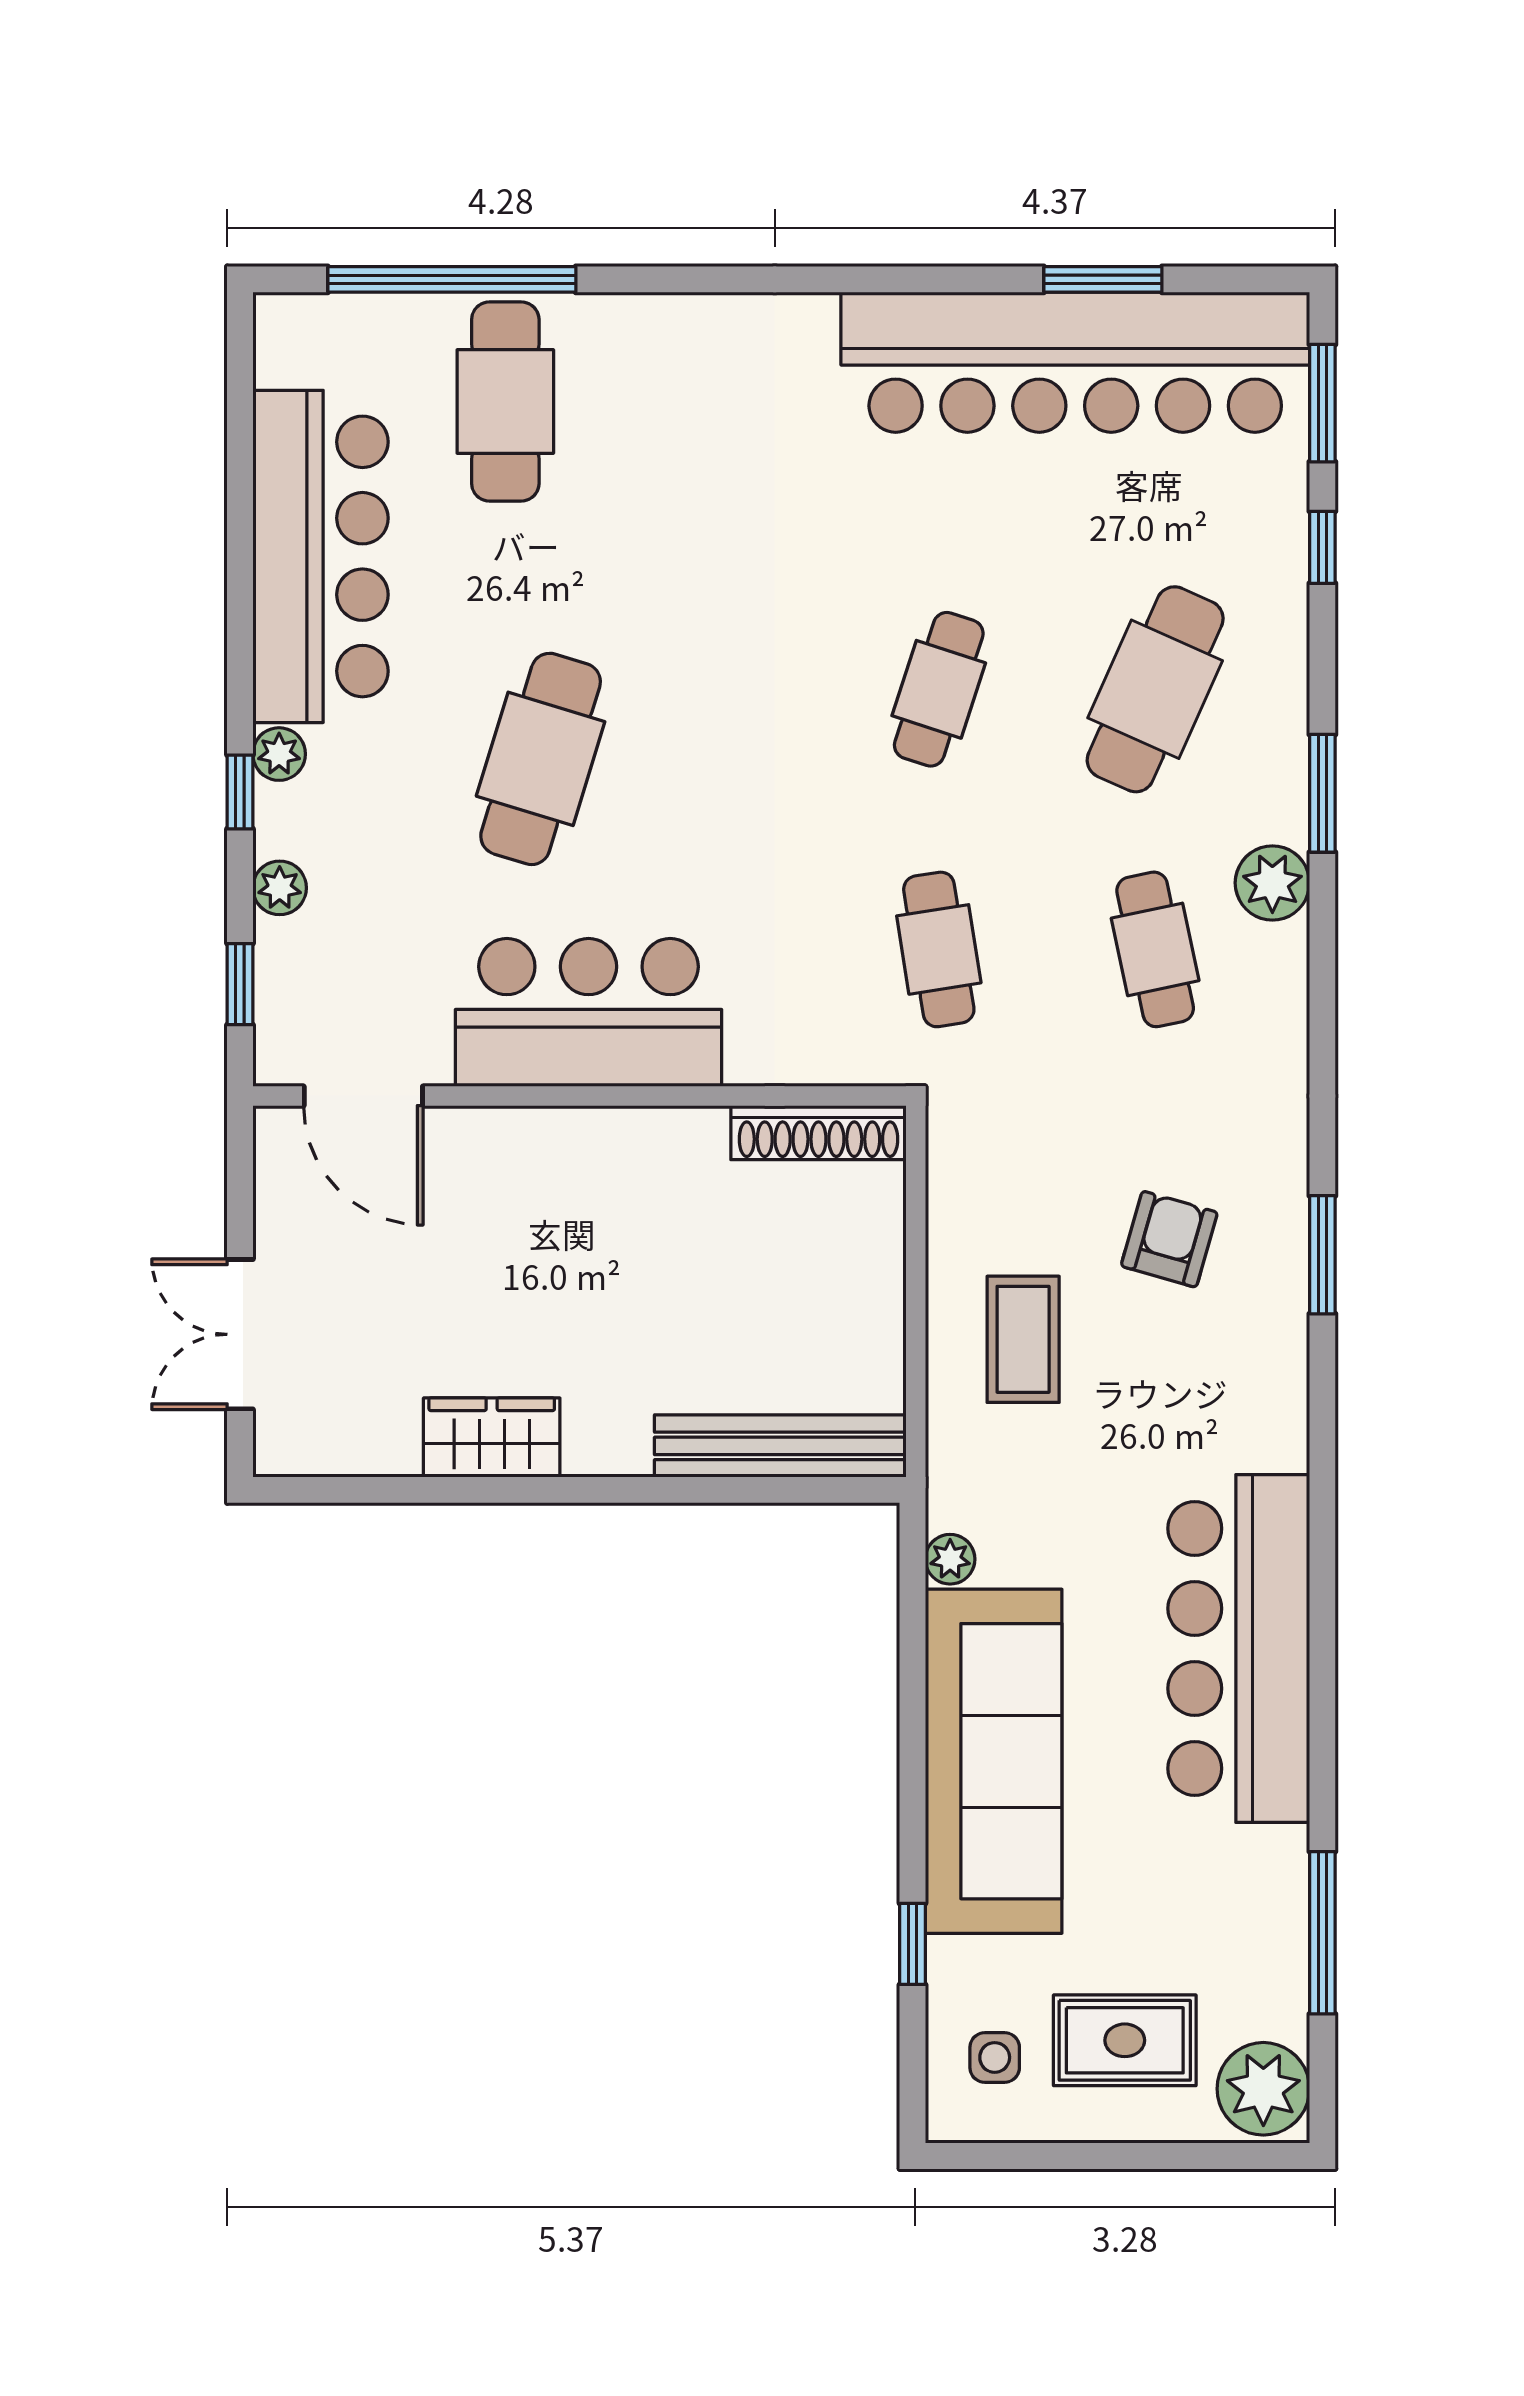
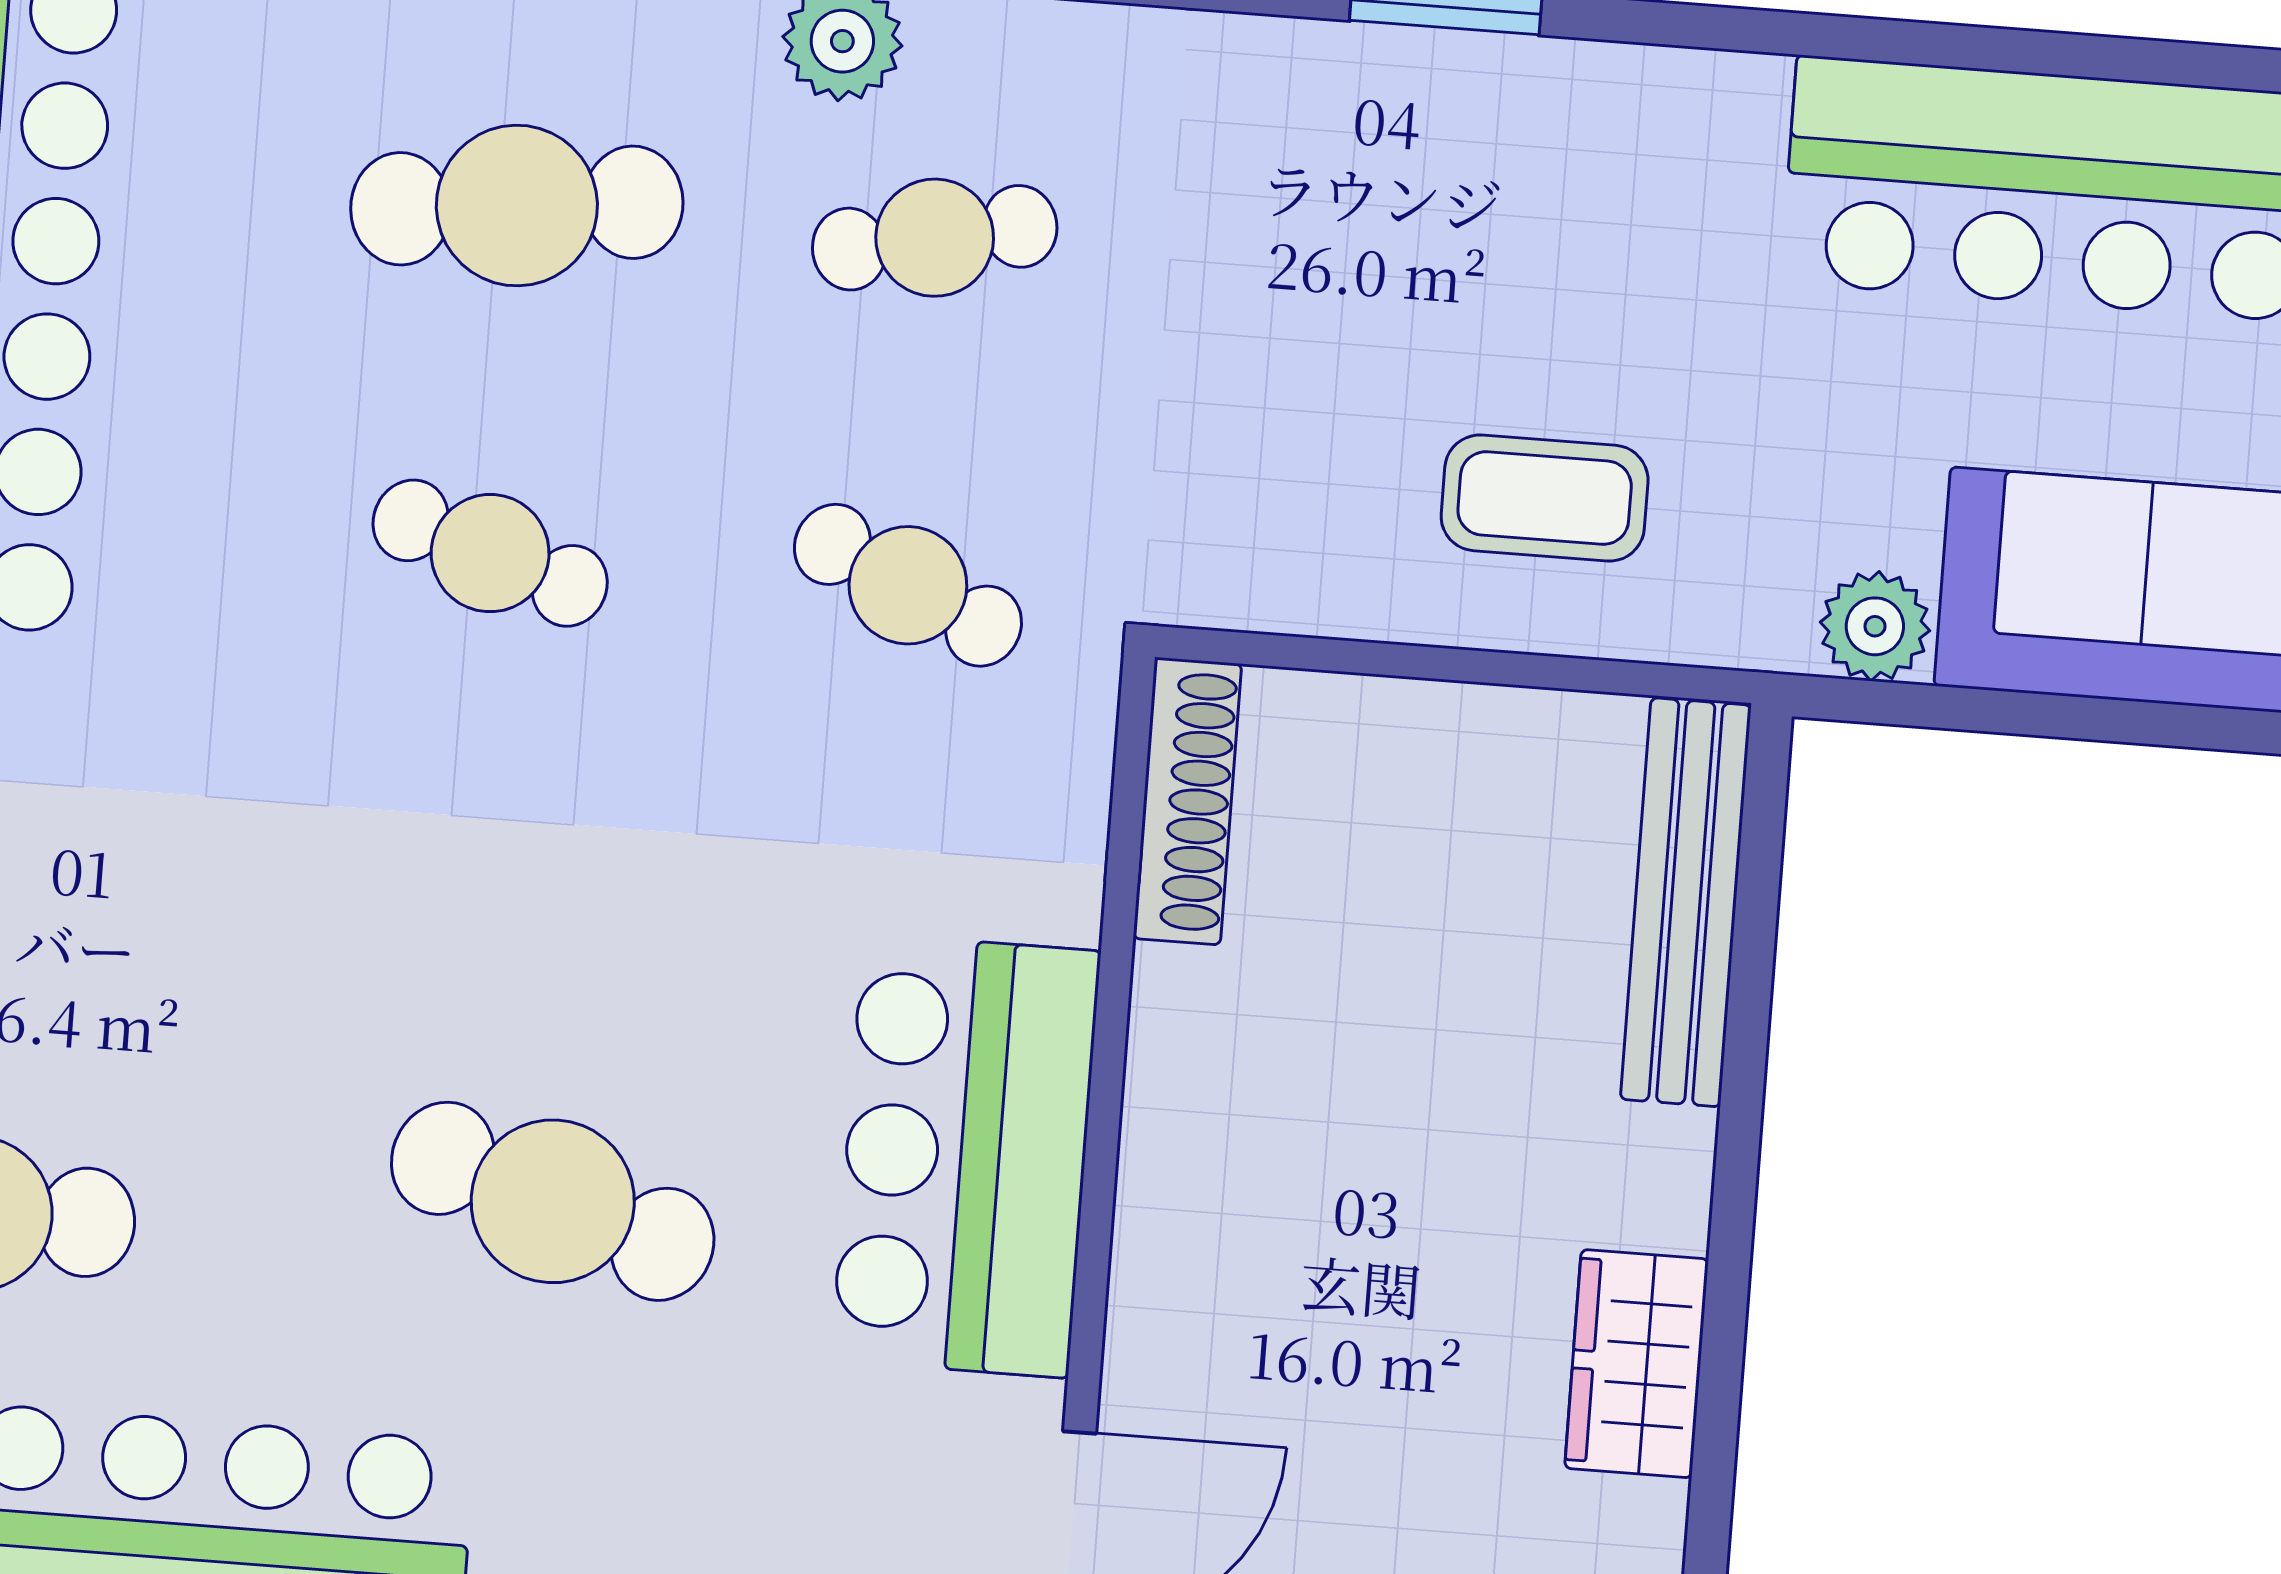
cafe table: (1155, 689) -> (517, 206), turned -30
cafe table: (939, 949) -> (908, 585), turned 33
armchair: (1169, 1239) -> (1402, 251), removed
plant: (950, 1559) -> (1875, 626), width x1.38, depth x1.38

